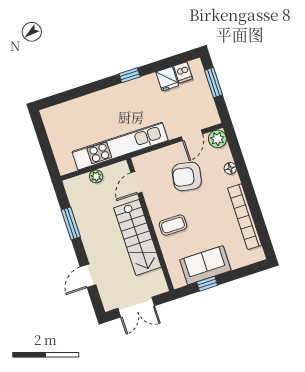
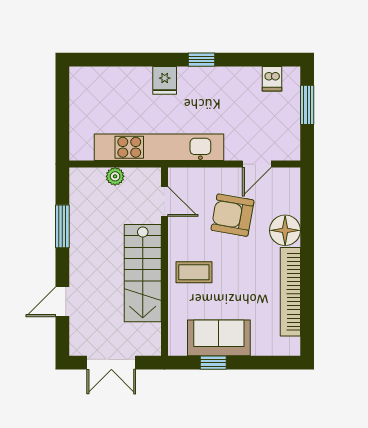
fridge: (167, 79) -> (165, 80), moved
plant: (217, 139) -> (288, 179), removed
floor lamp: (230, 168) -> (285, 230), width x1.89, depth x1.89
door: (136, 183) -> (165, 202), swing flipped

